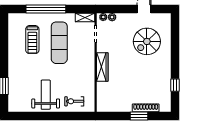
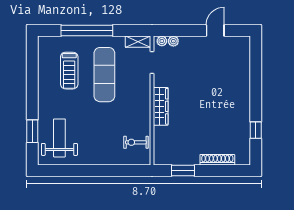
spiral stairs: (147, 41) -> (219, 73), removed
weight bench: (46, 95) -> (59, 138), moved
exercise bike: (74, 101) -> (136, 142), moved
window: (139, 116) -> (183, 171), moved

